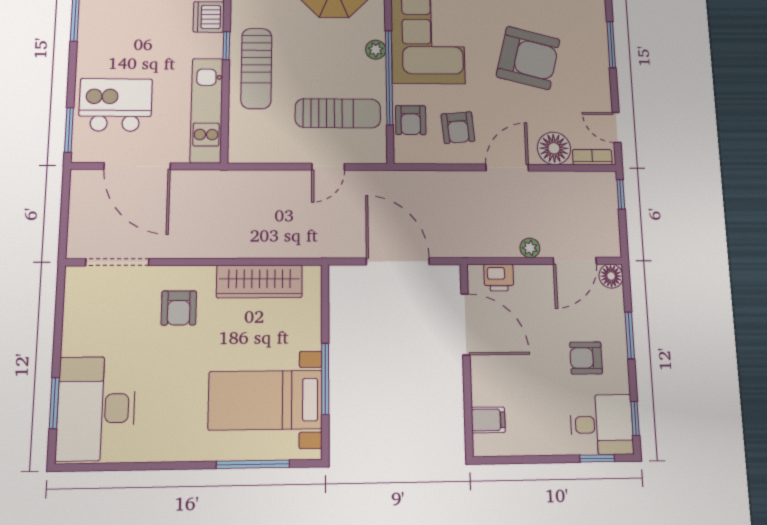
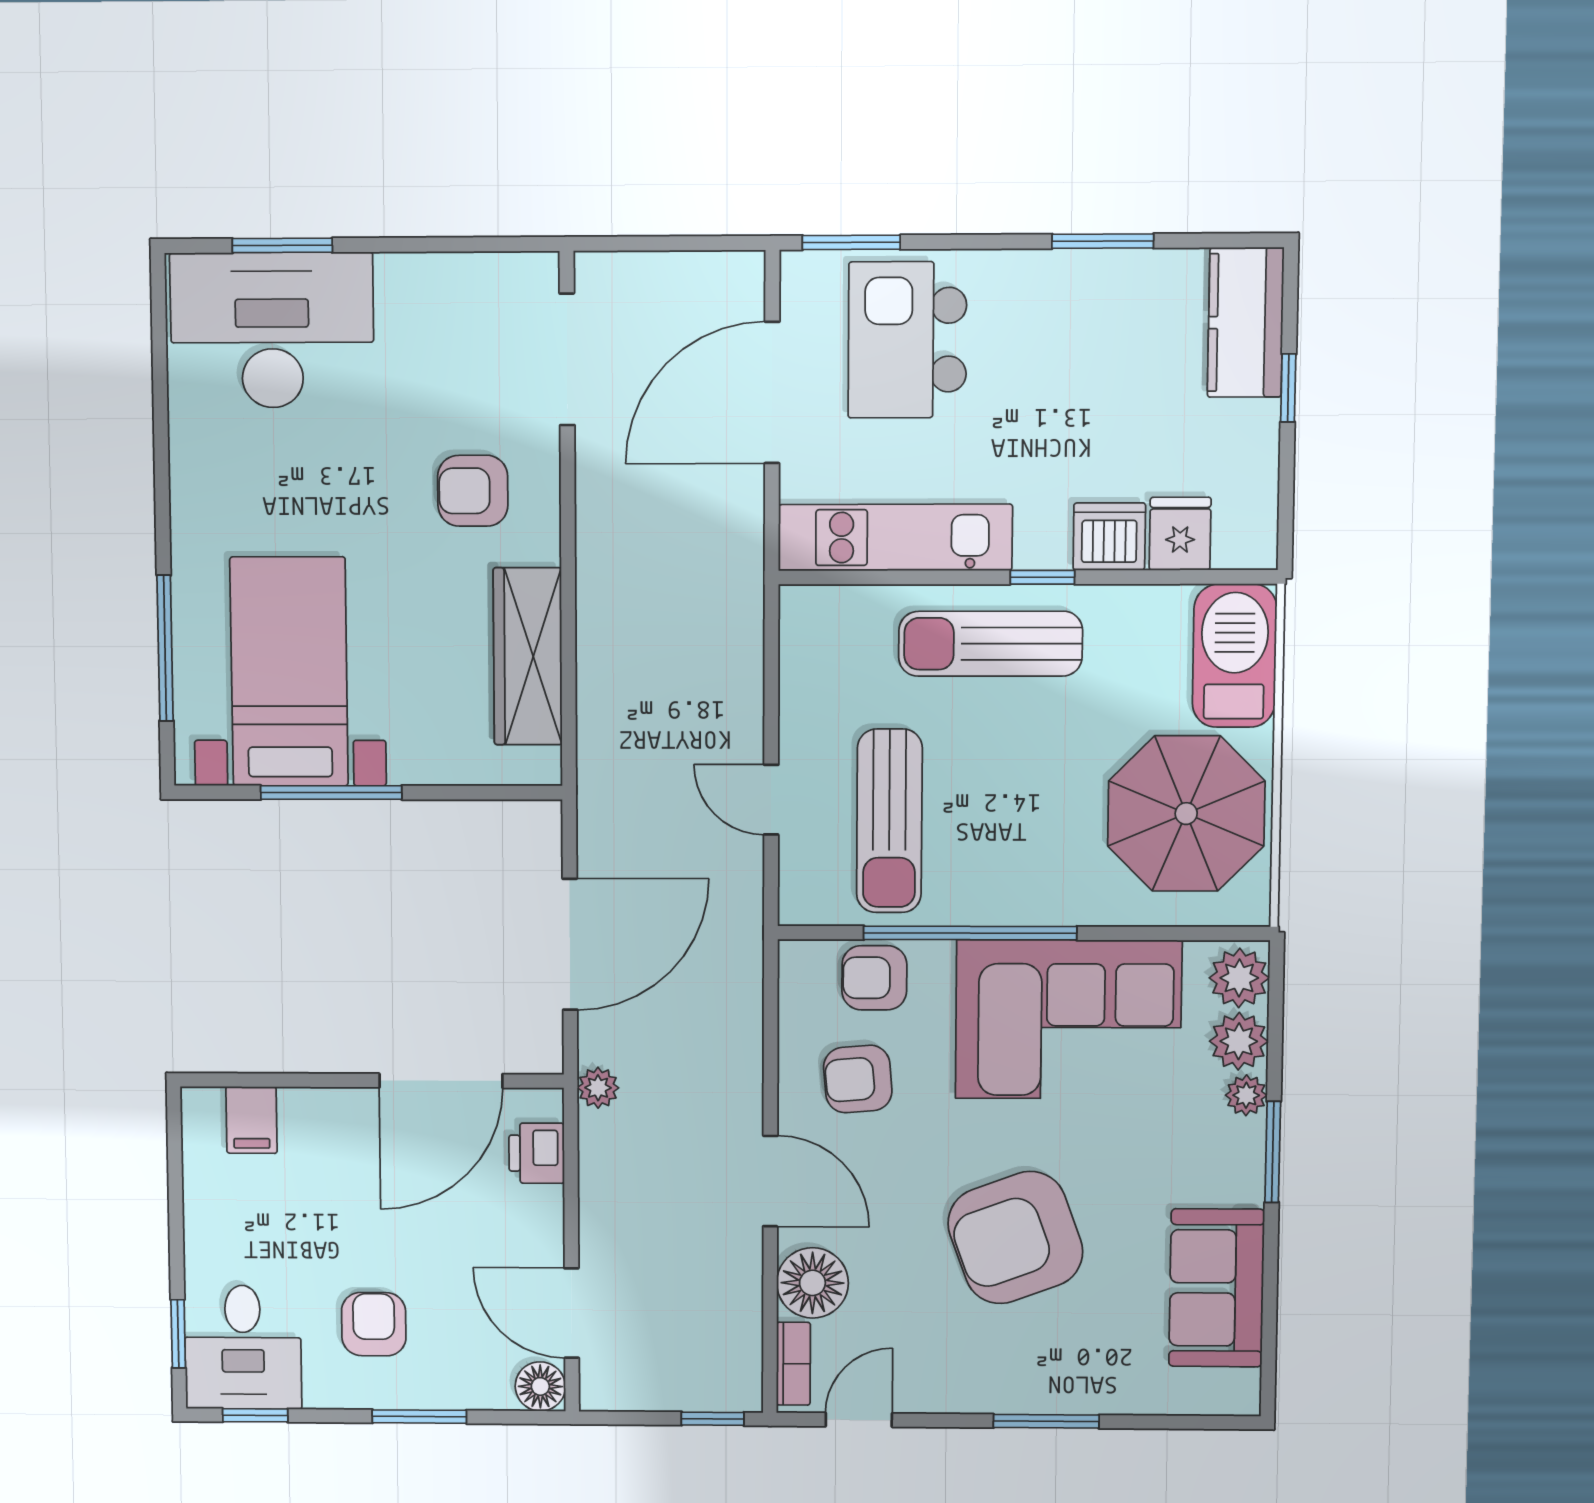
plant: (376, 50) -> (1034, 905), removed
armchair: (528, 58) -> (1015, 1238), turned 56
kitchen island: (115, 105) -> (907, 340), turned 180
plant: (530, 248) -> (598, 1088), moved

